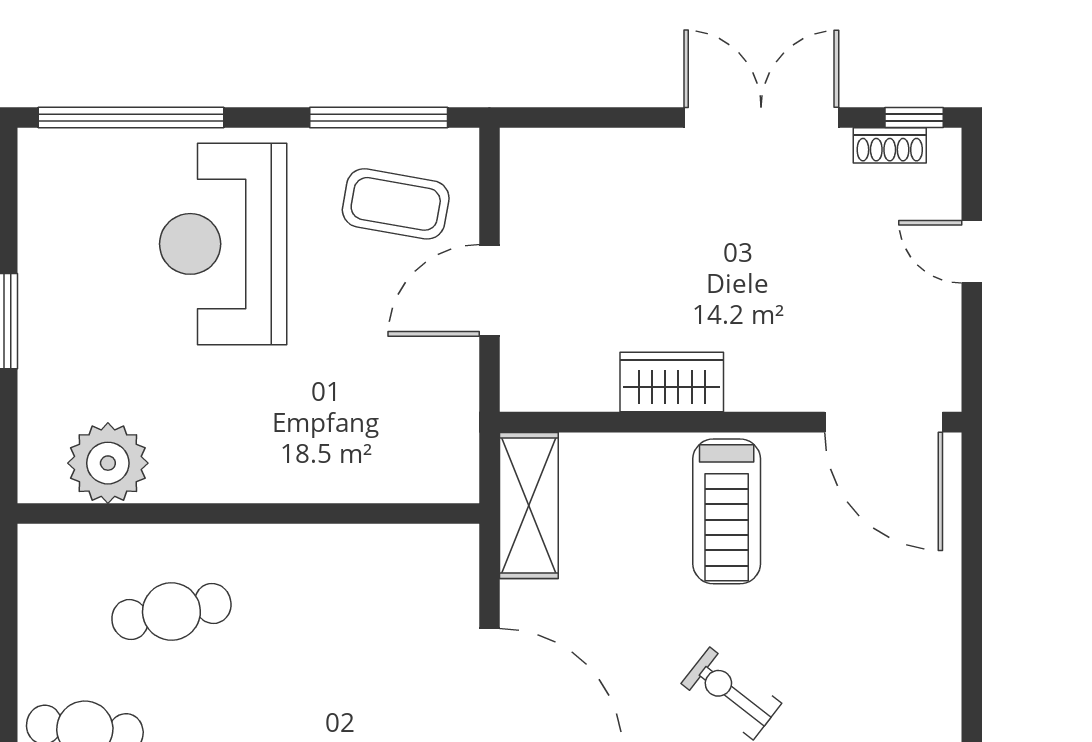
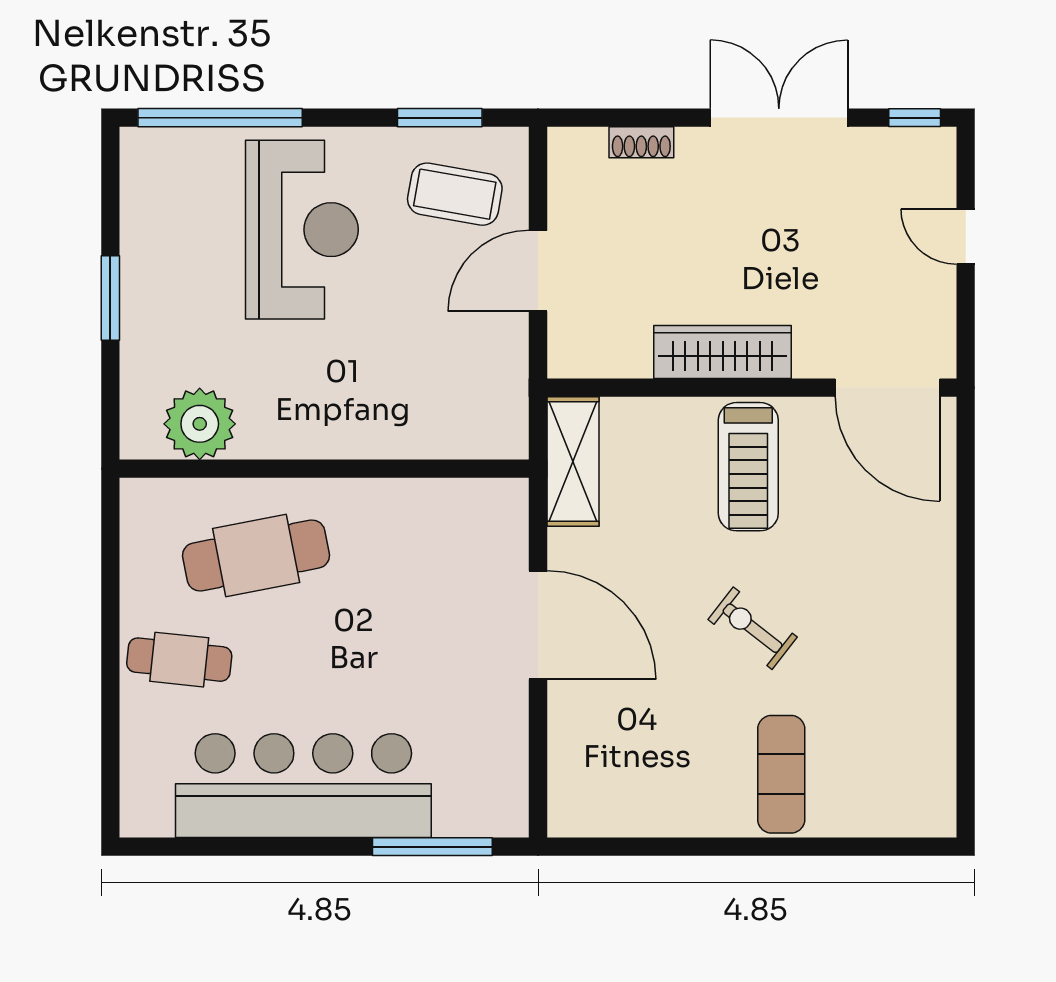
window: (379, 118) -> (440, 118), width x0.69
shoe rack: (890, 145) -> (641, 142), moved
reception desk: (223, 244) -> (302, 230), turned 180
wardrobe: (672, 382) -> (723, 352), width x1.50
cafe table: (171, 611) -> (256, 555), width x1.37, depth x1.35

